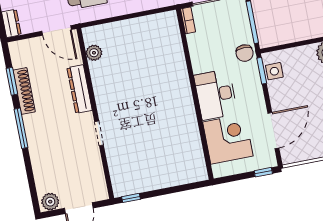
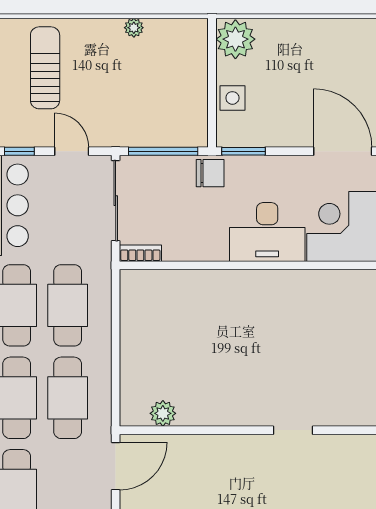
side table: (274, 71) -> (232, 98), moved
dresser: (80, 89) -> (216, 448), removed

